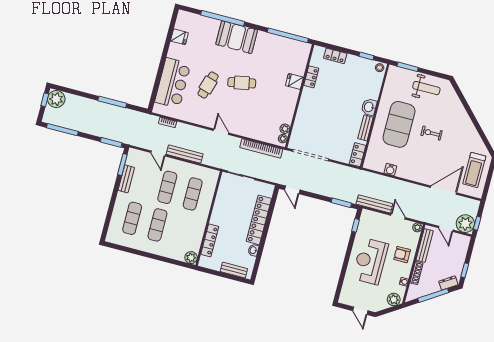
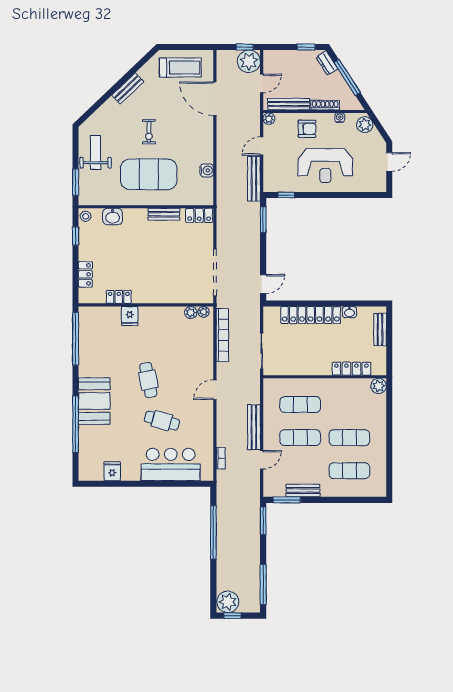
window: (112, 102) -> (213, 532), width x1.46
washbasin: (369, 107) -> (113, 217), moved
bench: (469, 126) -> (128, 88), added
armchair: (402, 255) -> (307, 129), turned -90

